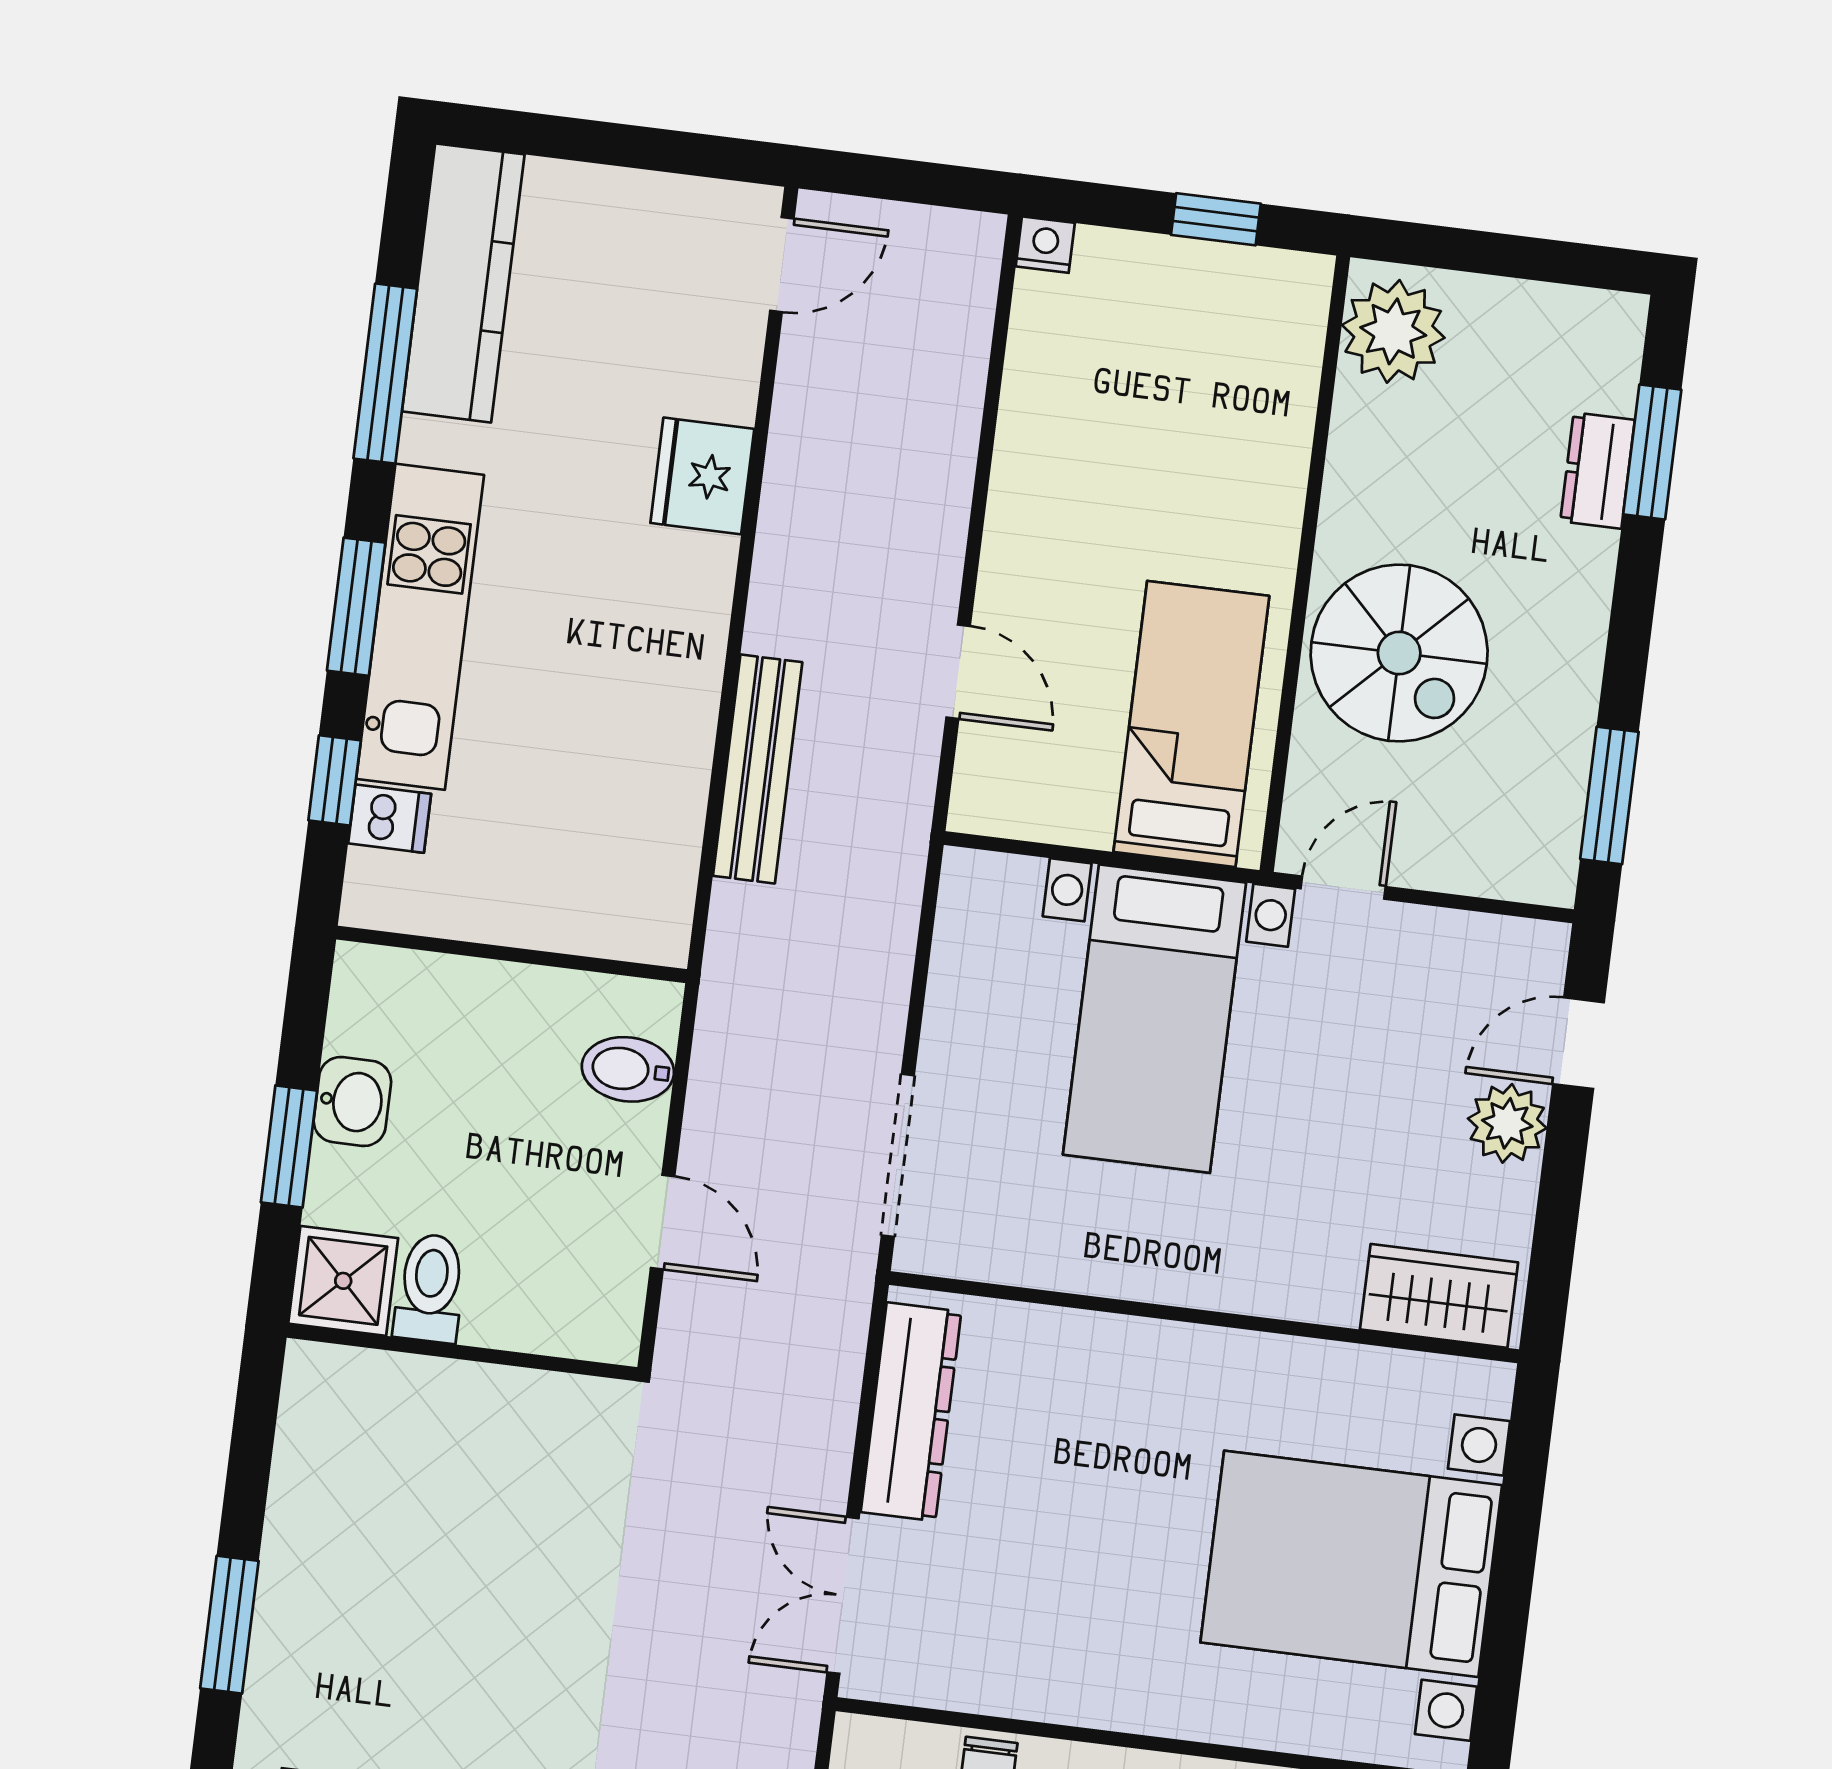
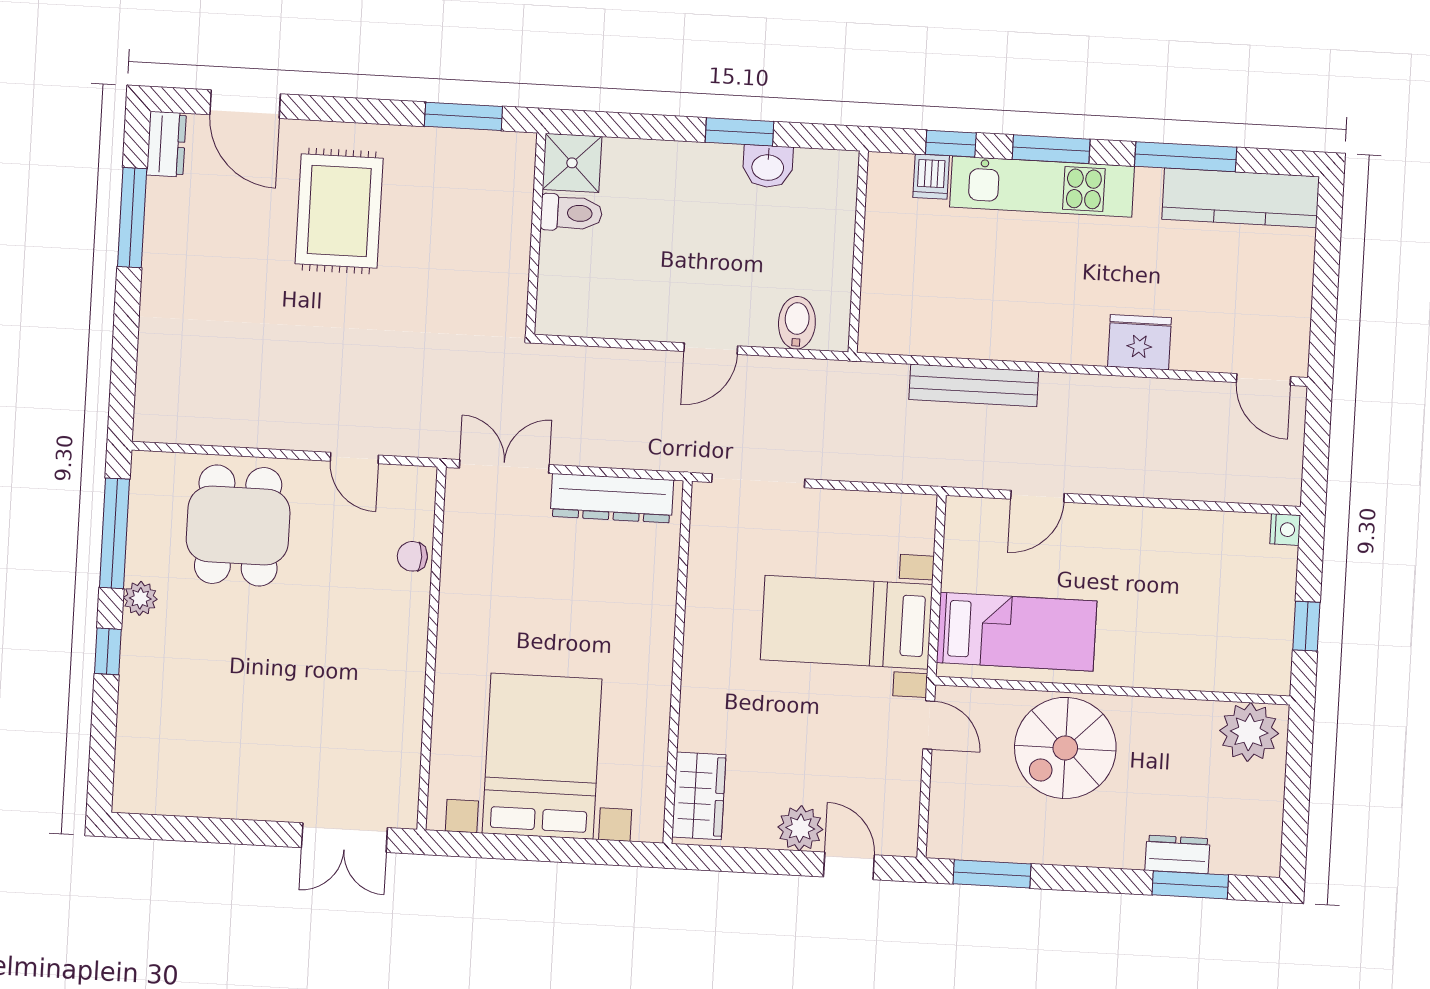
shower: (343, 1281) -> (572, 163), moved
toilet: (430, 1288) -> (571, 213), moved
wall: (462, 1352) -> (536, 234), moved

